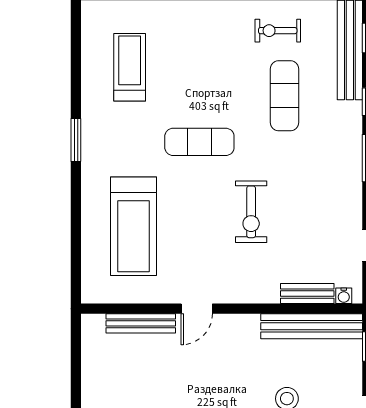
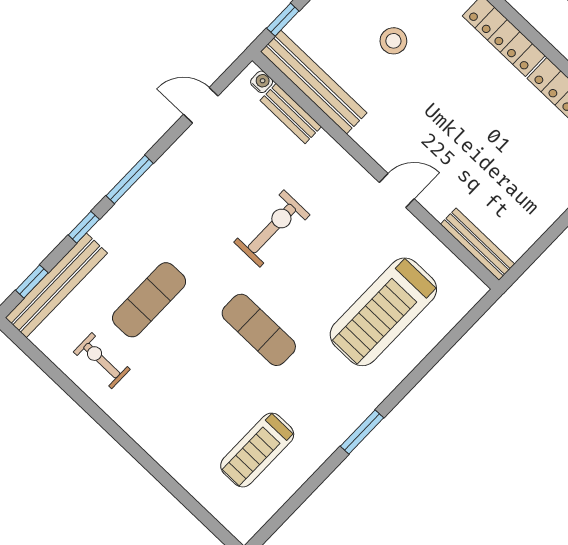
exercise bike: (278, 31) -> (102, 361), turned 180
treadmill: (133, 226) -> (383, 312), turned 180
bench: (141, 323) -> (478, 244), moved

